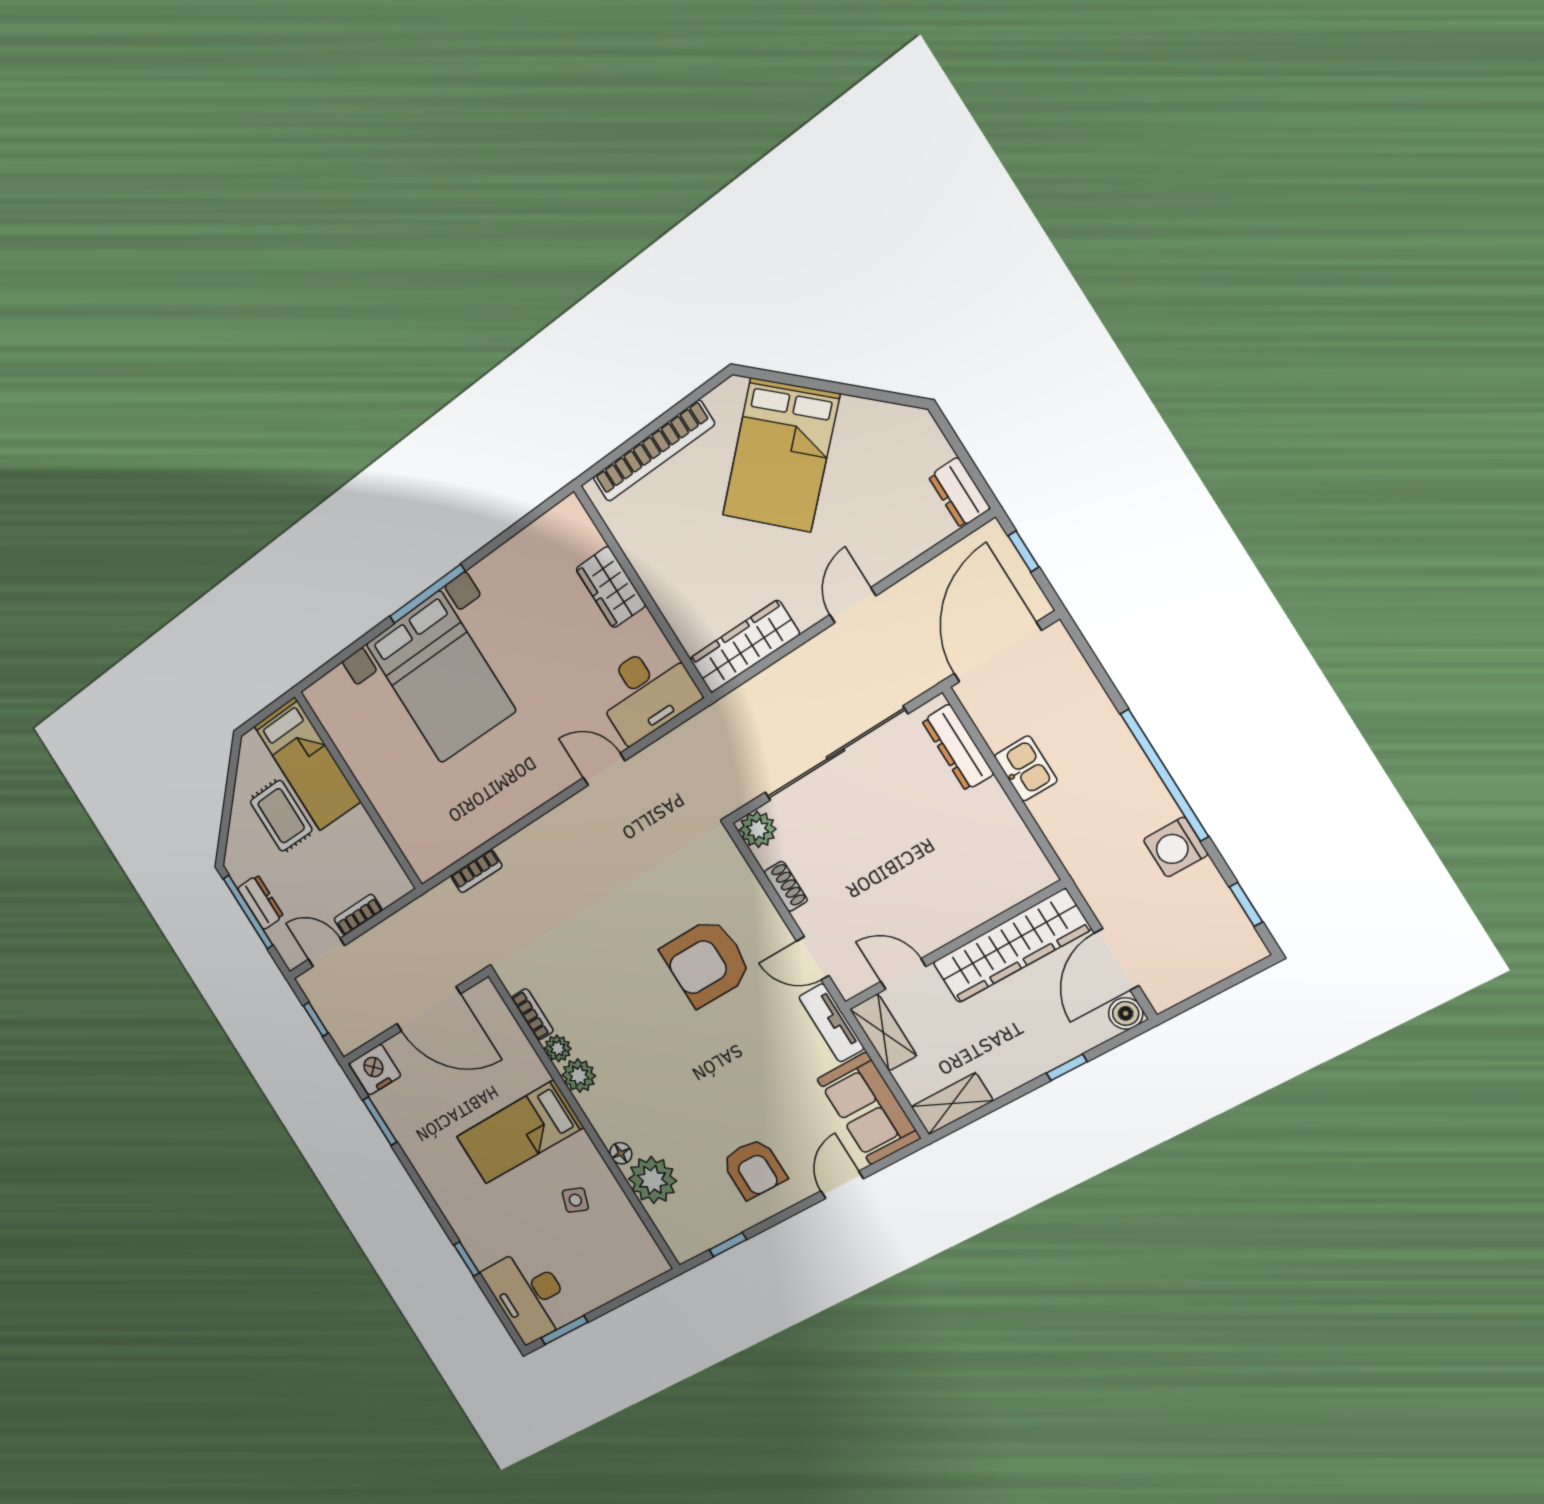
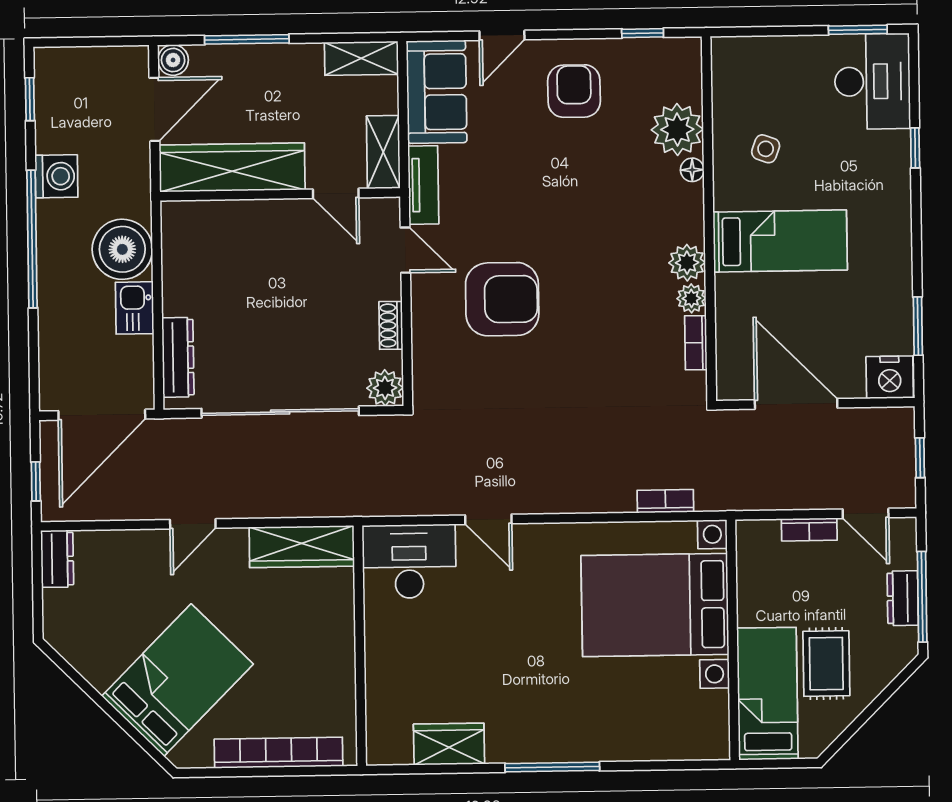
wardrobe: (611, 587) -> (449, 744), moved, turned -90
bed with nightstands: (441, 677) -> (655, 605), moved, turned -90
boiler: (1070, 815) -> (122, 249), added
window: (1067, 1067) -> (247, 39), width x2.17

